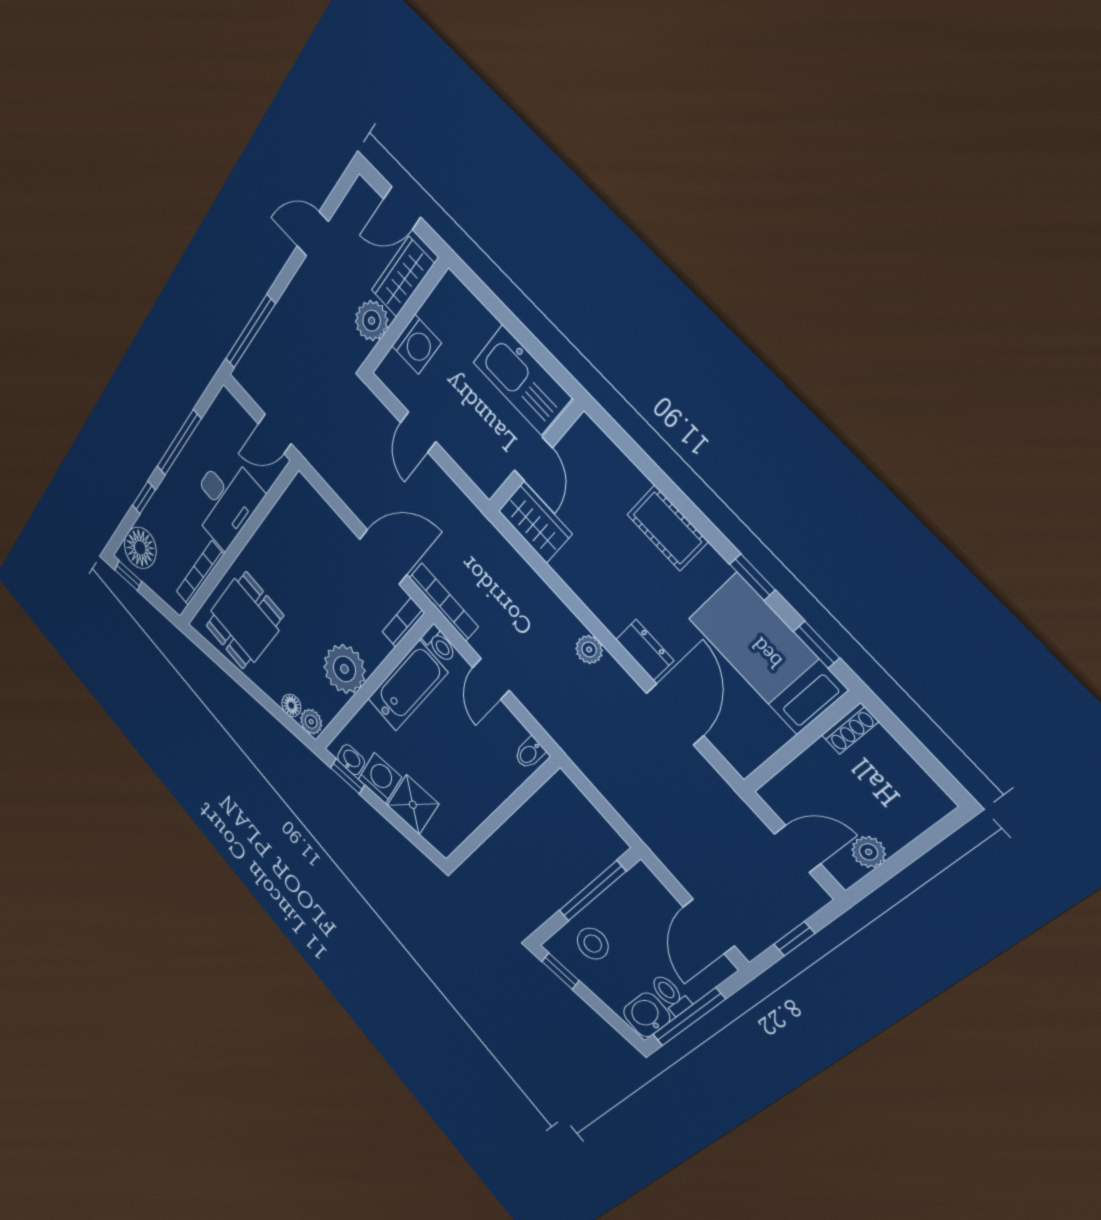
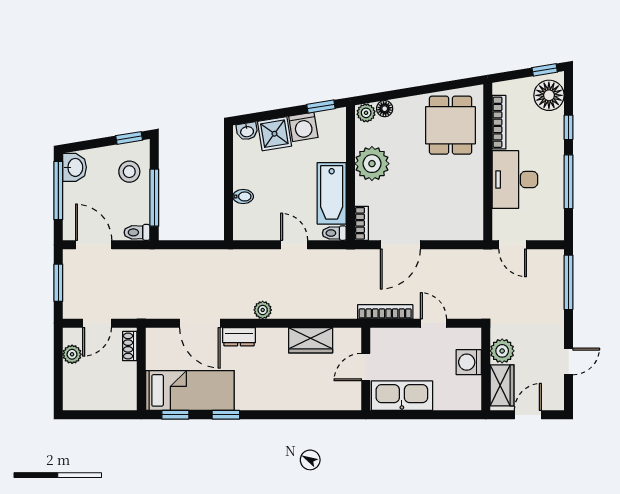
door: (275, 434) -> (513, 245), swing flipped
door: (533, 459) -> (366, 367), hinge flipped
wardrobe: (535, 522) -> (311, 340), moved
cot: (667, 528) -> (279, 398), removed
bookcase: (444, 602) -> (385, 312), moved, turned 180
shoe rack: (850, 729) -> (130, 346), moved
bidet: (529, 753) -> (243, 196), moved, turned 90
washbasin: (351, 760) -> (247, 131), moved
window: (794, 939) -> (58, 283), width x1.50
toilet: (670, 995) -> (137, 232), moved, turned 180

